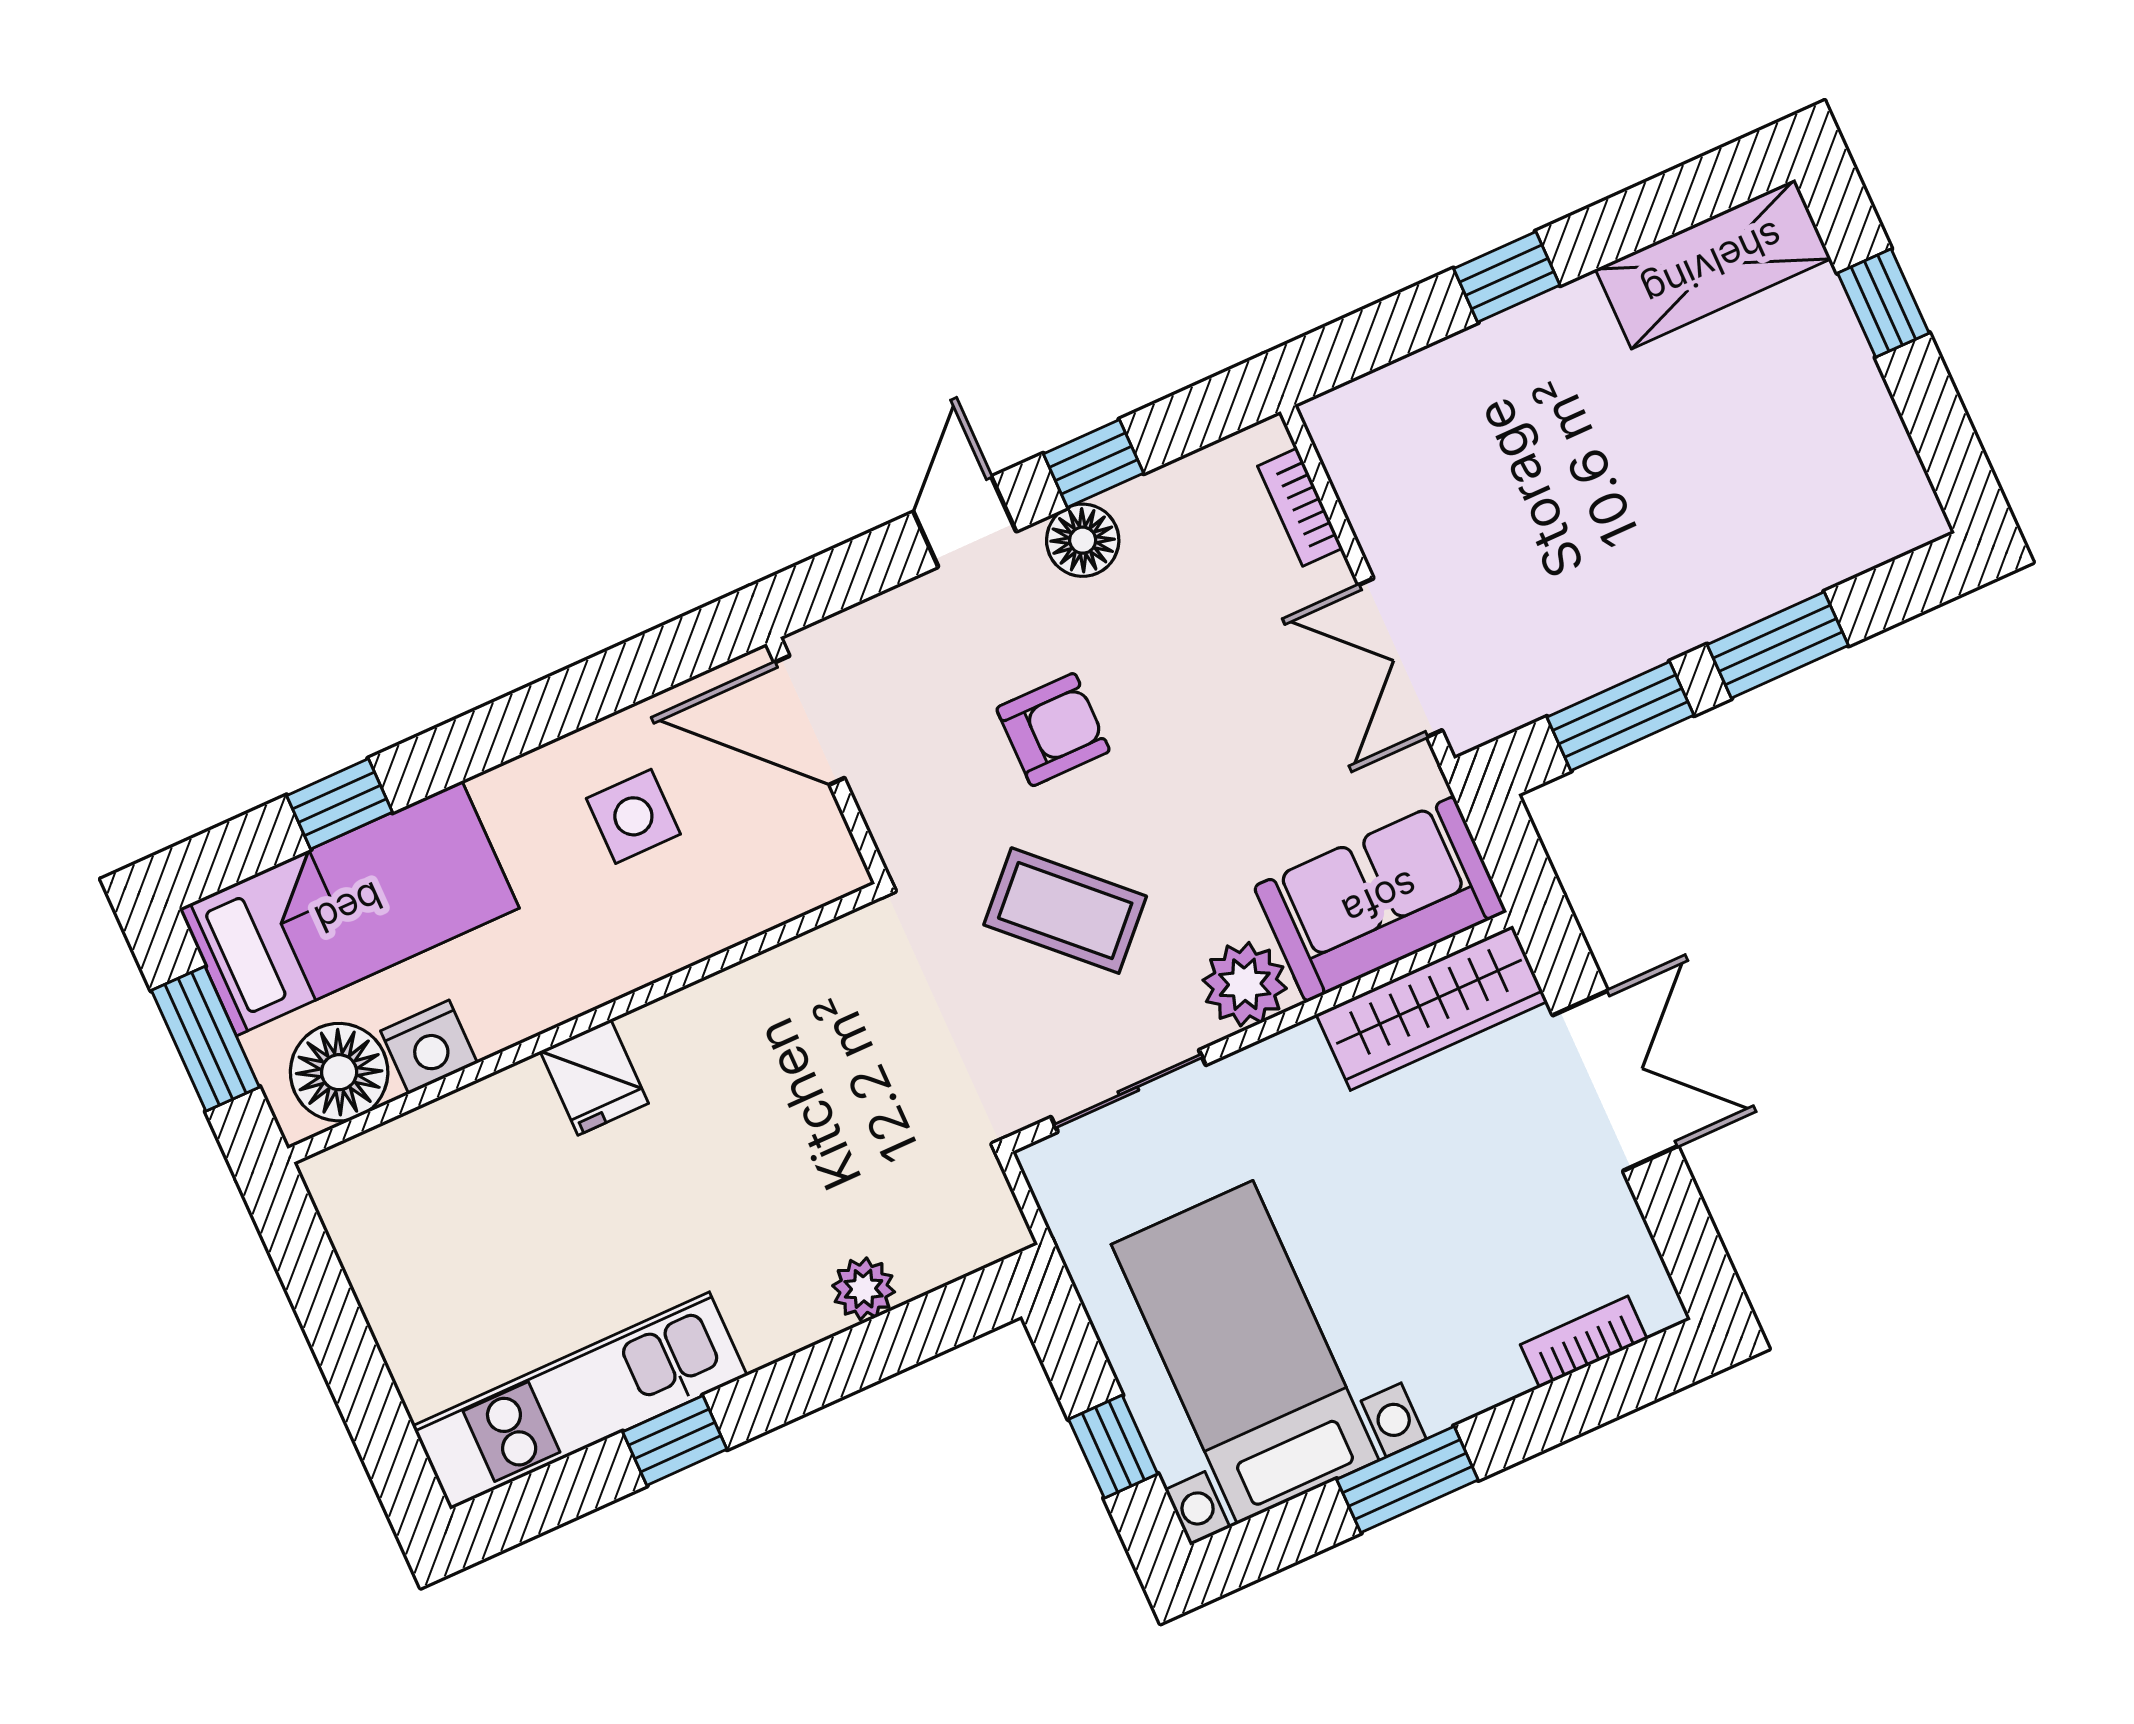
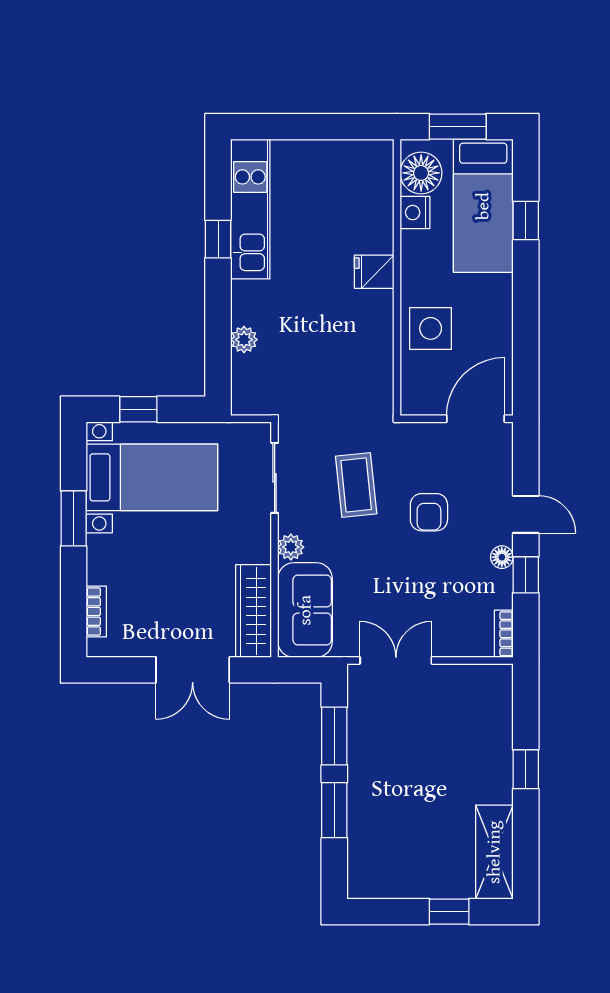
bookcase: (1300, 507) -> (504, 634), moved, turned -90
floor lamp: (1083, 540) -> (502, 557), width x0.73, depth x0.73
side table: (633, 816) -> (431, 328), moved, width x1.37, depth x1.37
coffee table: (1065, 911) -> (356, 485), turned -50
plant: (1245, 984) -> (291, 547), width x0.73, depth x0.73

